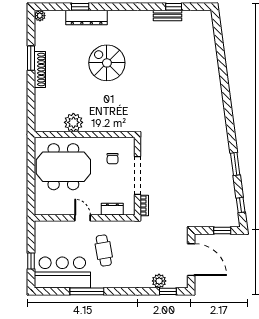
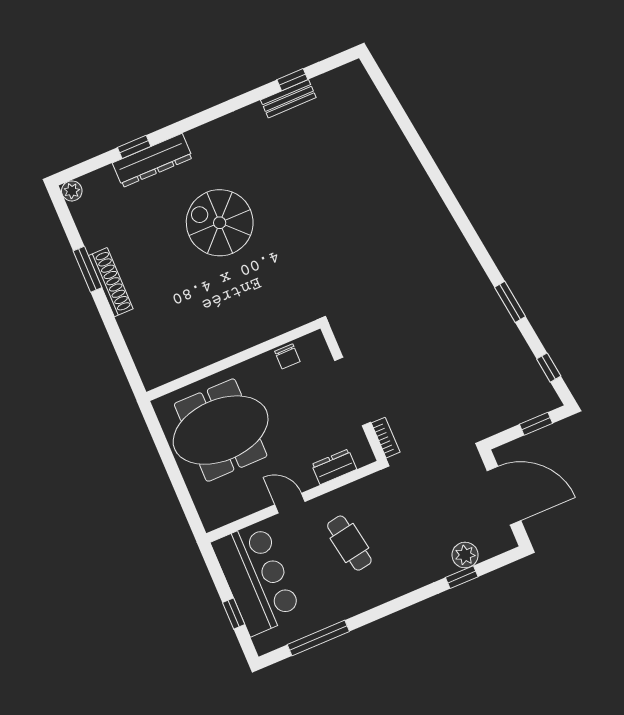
plant: (73, 122) -> (206, 348), removed
chair: (113, 159) -> (287, 356), moved
bar counter: (62, 272) -> (257, 579), moved, turned 90
window: (87, 291) -> (318, 638), moved
window: (168, 291) -> (462, 577), moved

